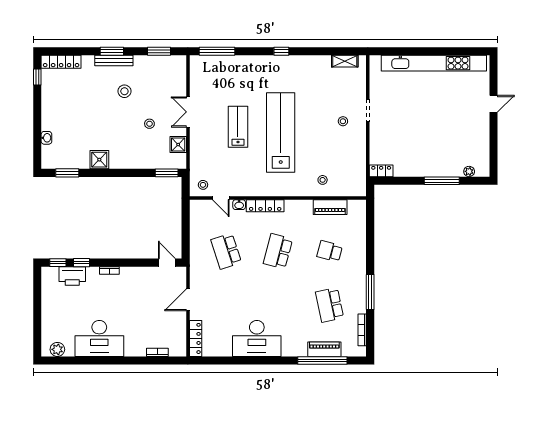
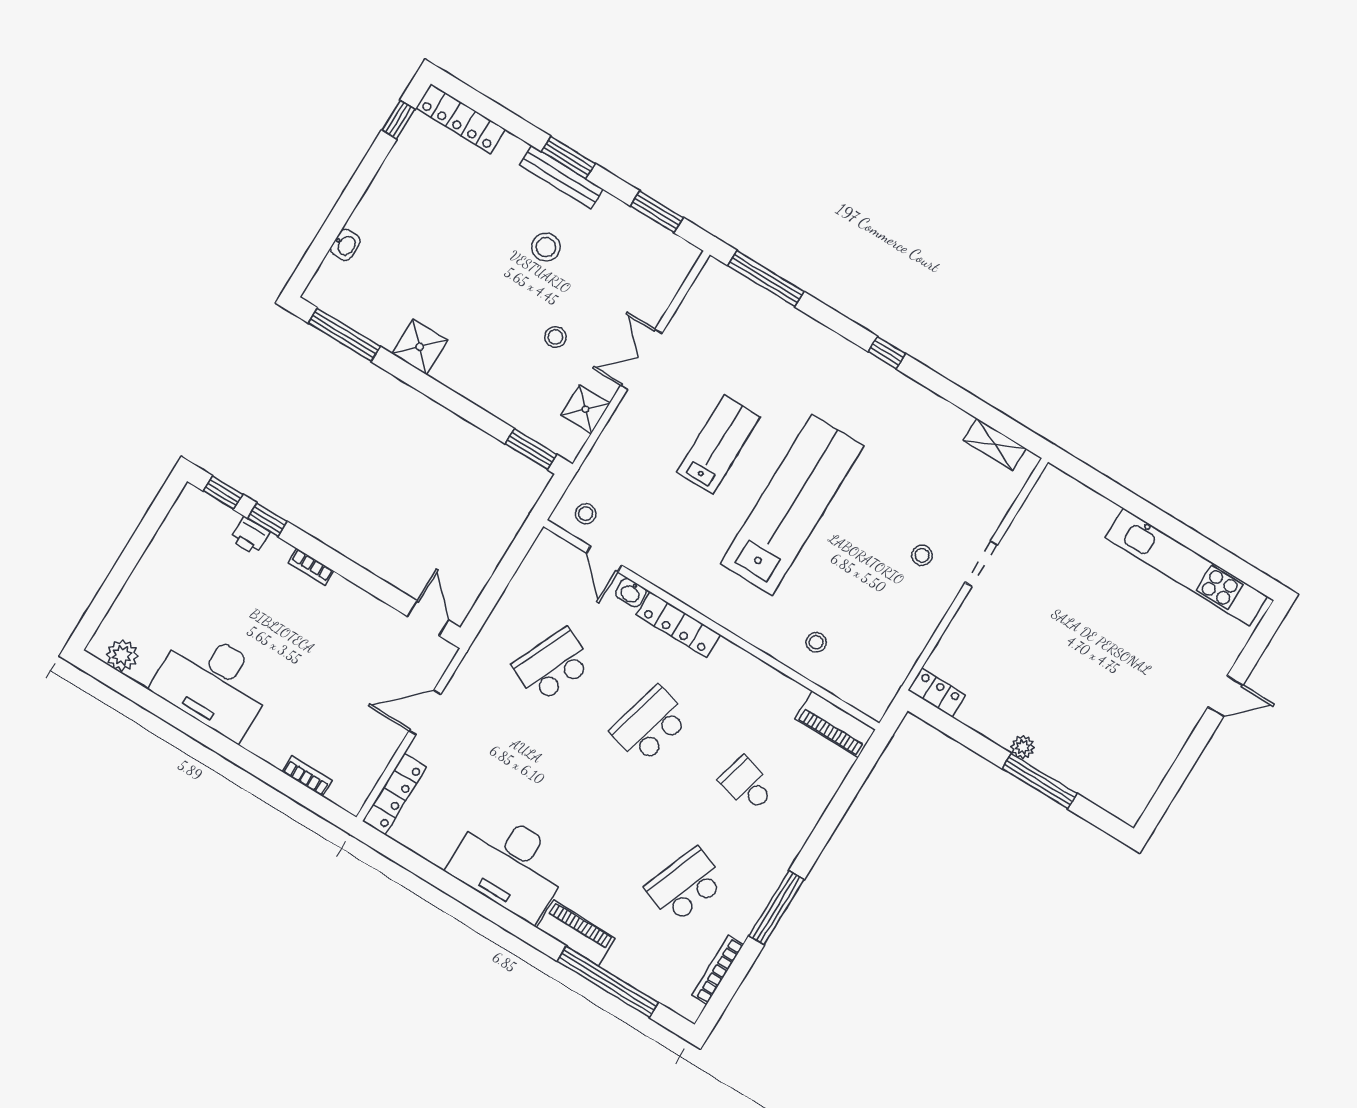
kitchen unit: (434, 63) -> (1186, 567), width x0.73
plant: (469, 171) -> (1023, 747), moved
window: (67, 173) -> (344, 335), width x1.44
piano: (330, 207) -> (835, 724), moved
school desk: (226, 251) -> (553, 665), turned 42
printer: (72, 276) -> (250, 536), width x0.53, depth x0.68
school desk: (330, 305) -> (685, 885), turned 33
piano: (324, 349) -> (576, 933), moved

